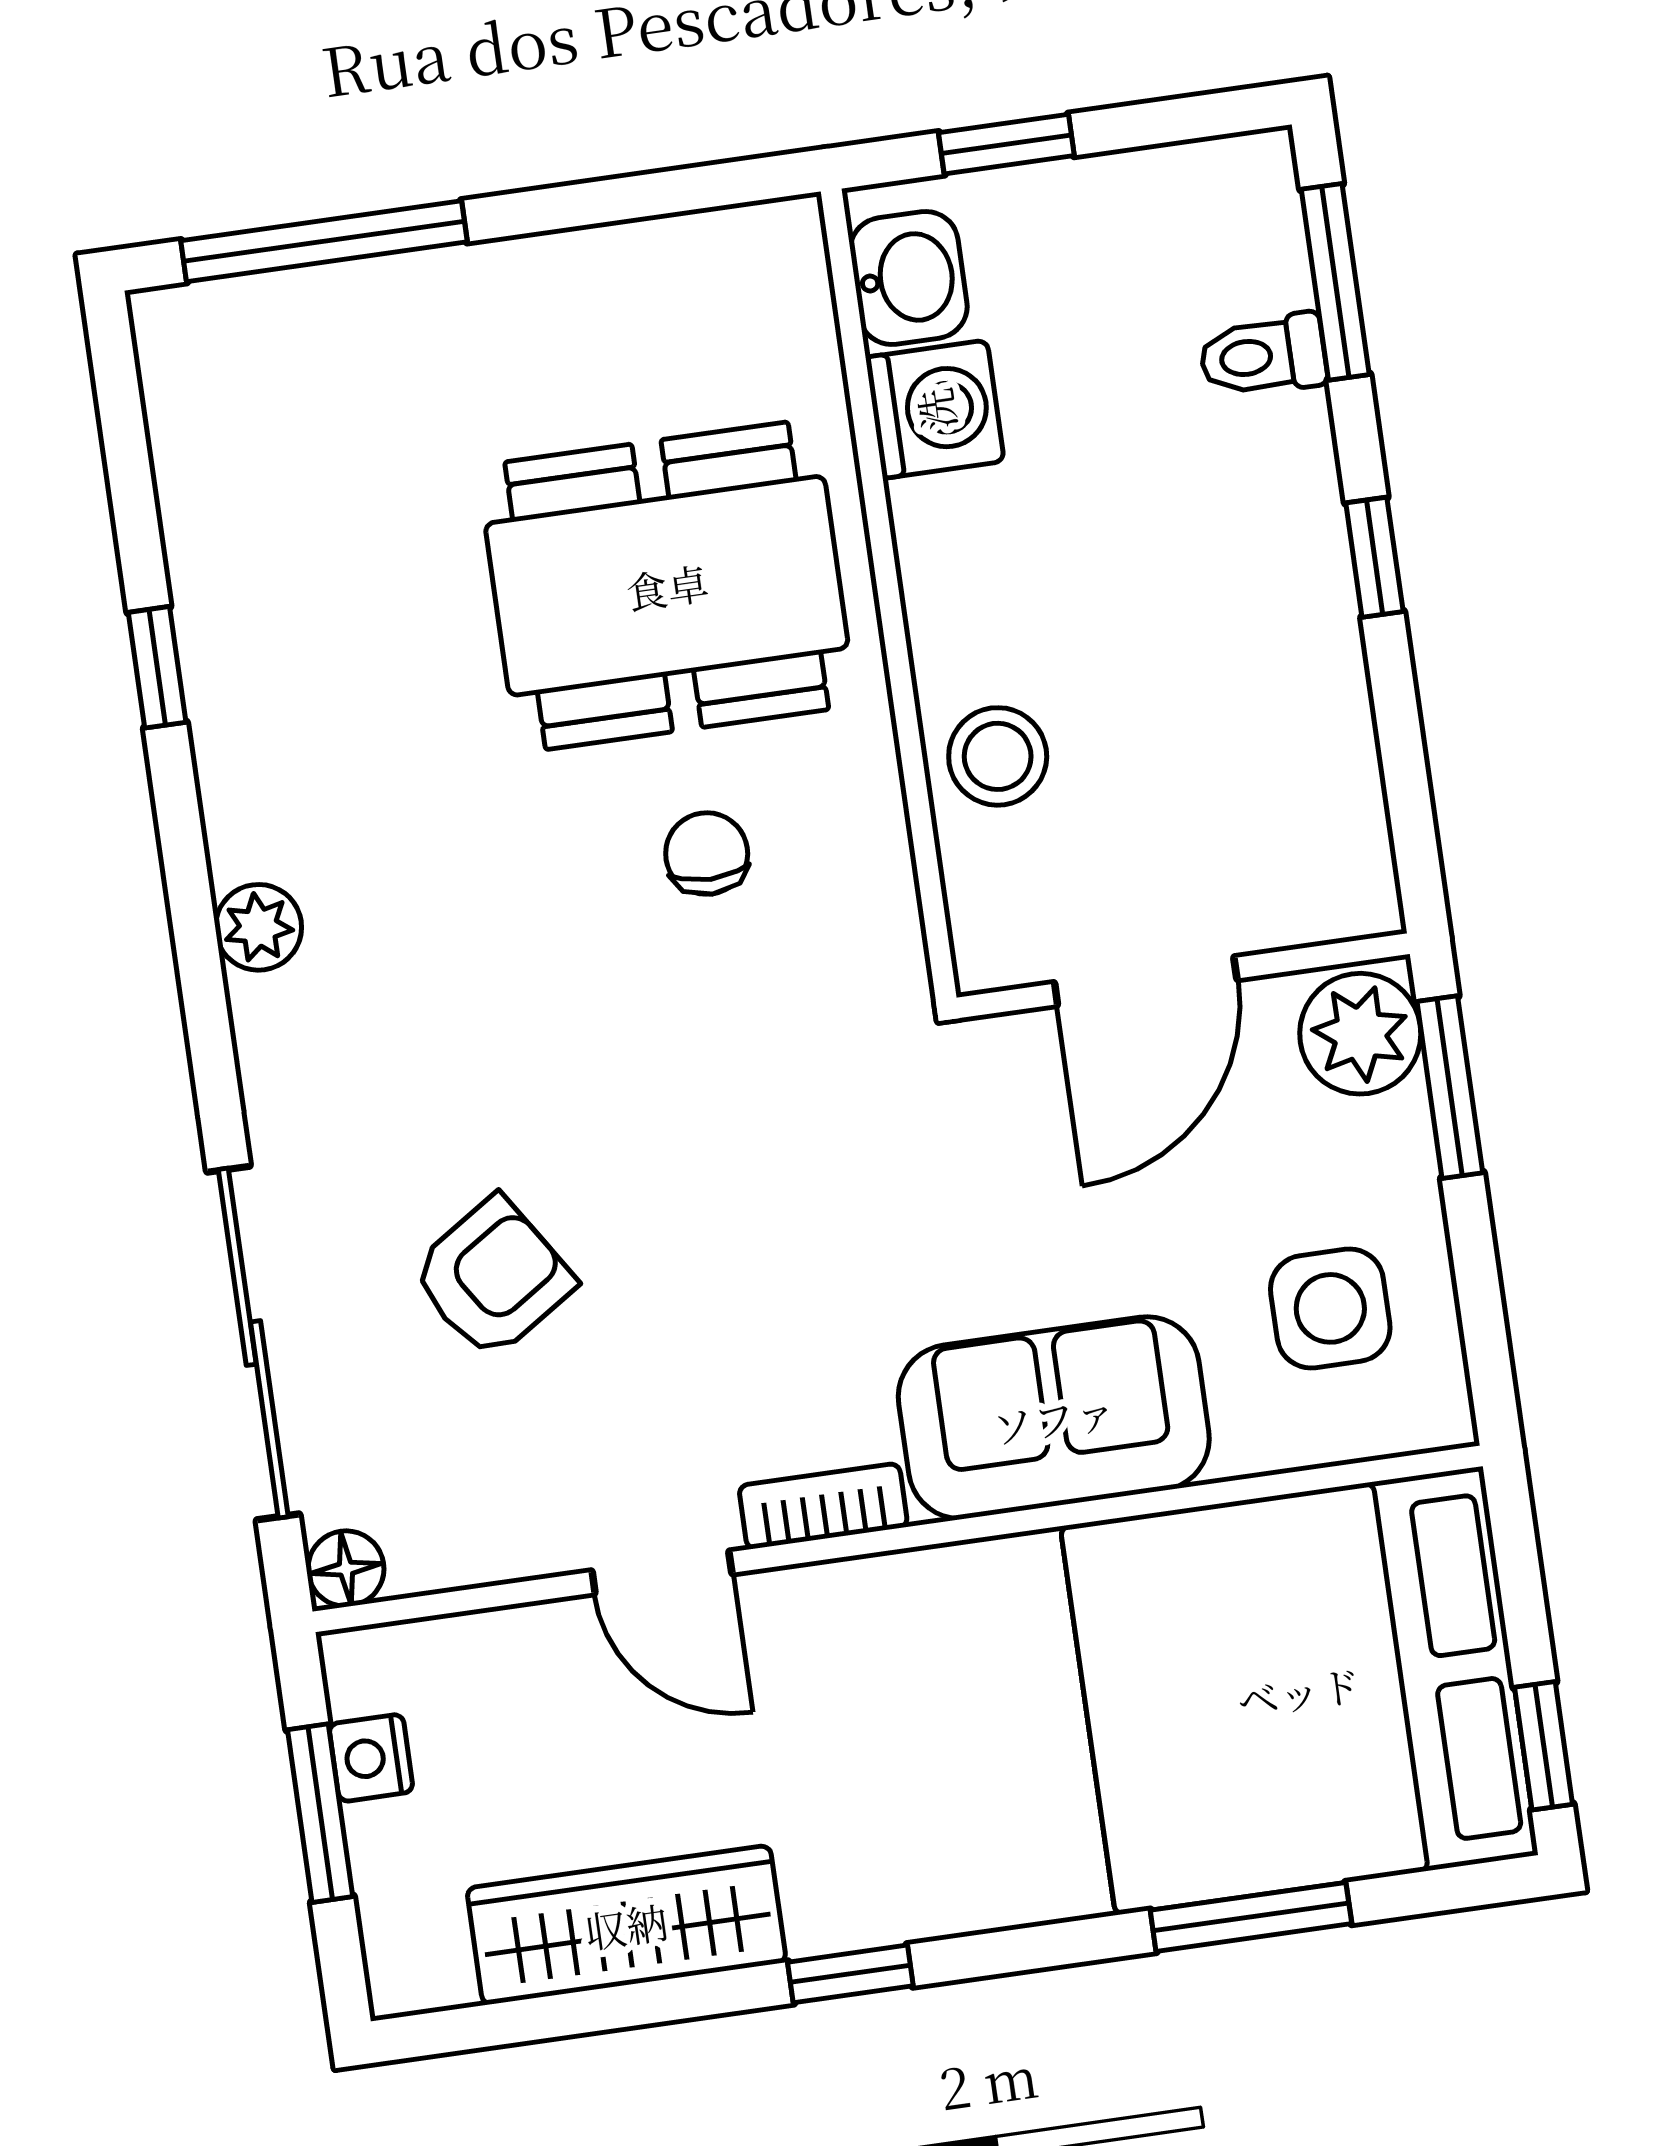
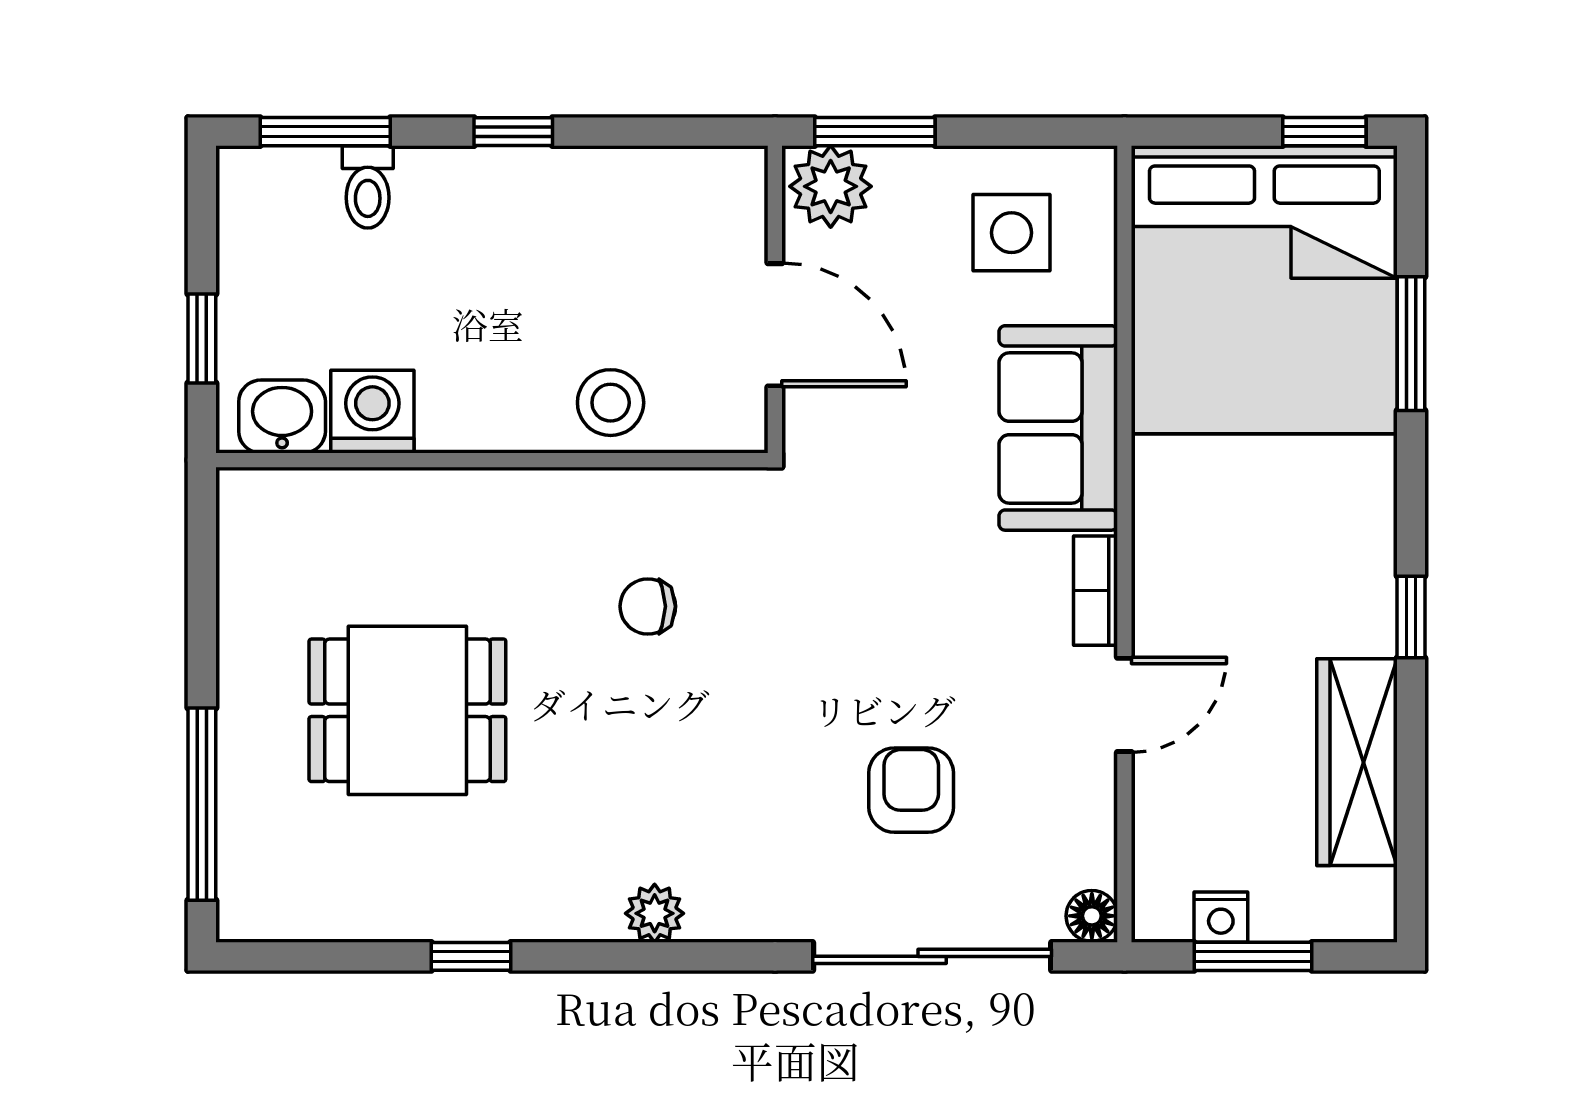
dining table: (667, 586) -> (407, 710), moved, width x0.73
armchair: (493, 1278) -> (911, 790), turned 33

